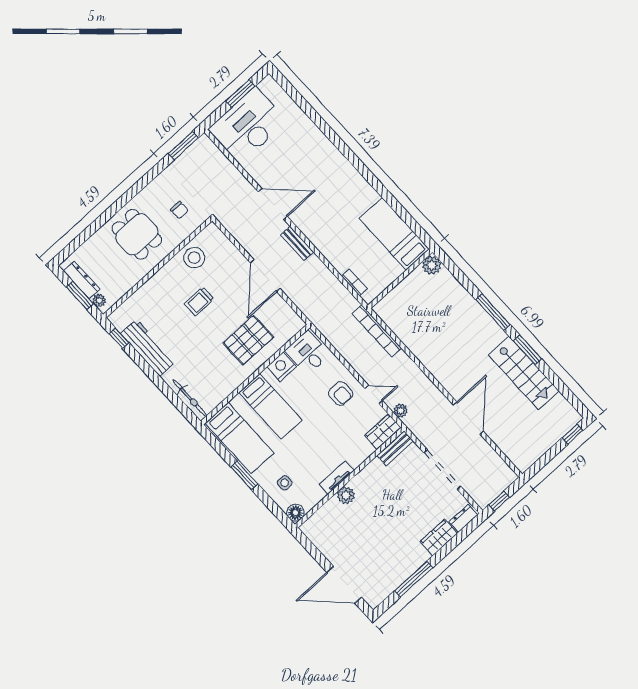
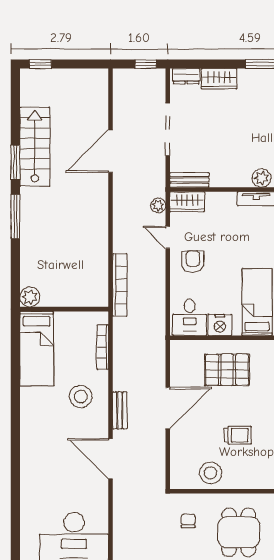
stool: (333, 228) -> (81, 397), added
bookcase: (354, 282) -> (103, 347), width x1.56

